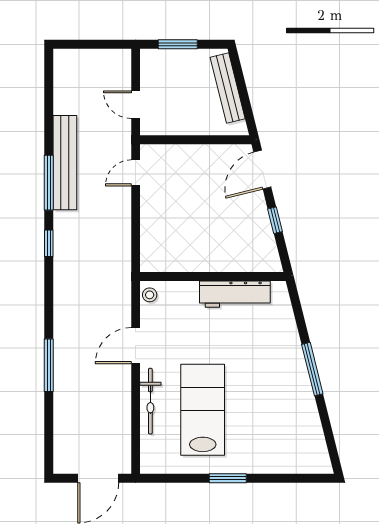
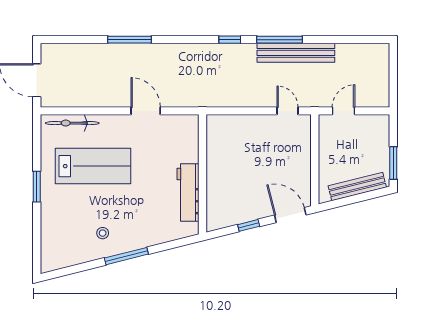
window: (178, 44) -> (393, 163), moved
stool: (150, 295) -> (103, 233), moved
bicycle: (150, 401) -> (72, 123), moved

